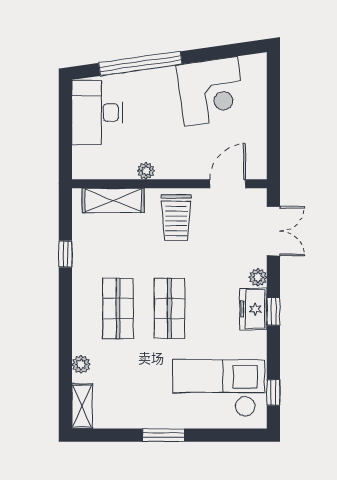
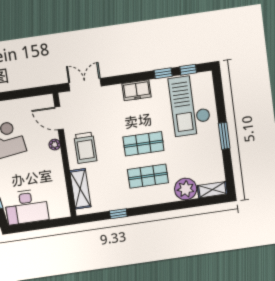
plant: (146, 171) -> (55, 145), moved
trolley: (176, 218) -> (85, 148), turned 90
plant: (258, 277) -> (116, 90), removed
window: (273, 312) -> (163, 73), moved
plant: (81, 364) -> (186, 189), width x1.87, depth x1.87

